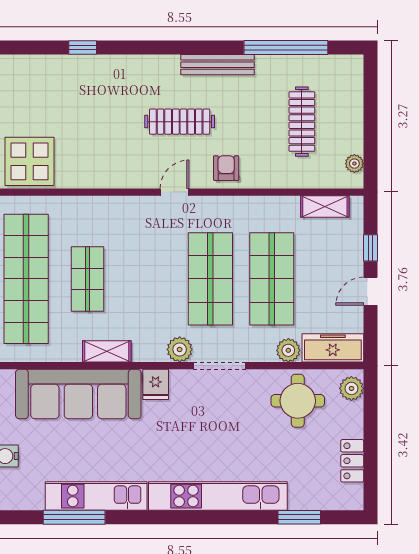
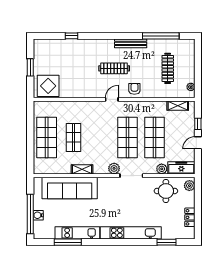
shop shelf: (26, 279) -> (47, 137), width x0.71
fridge: (156, 384) -> (103, 184), removed

